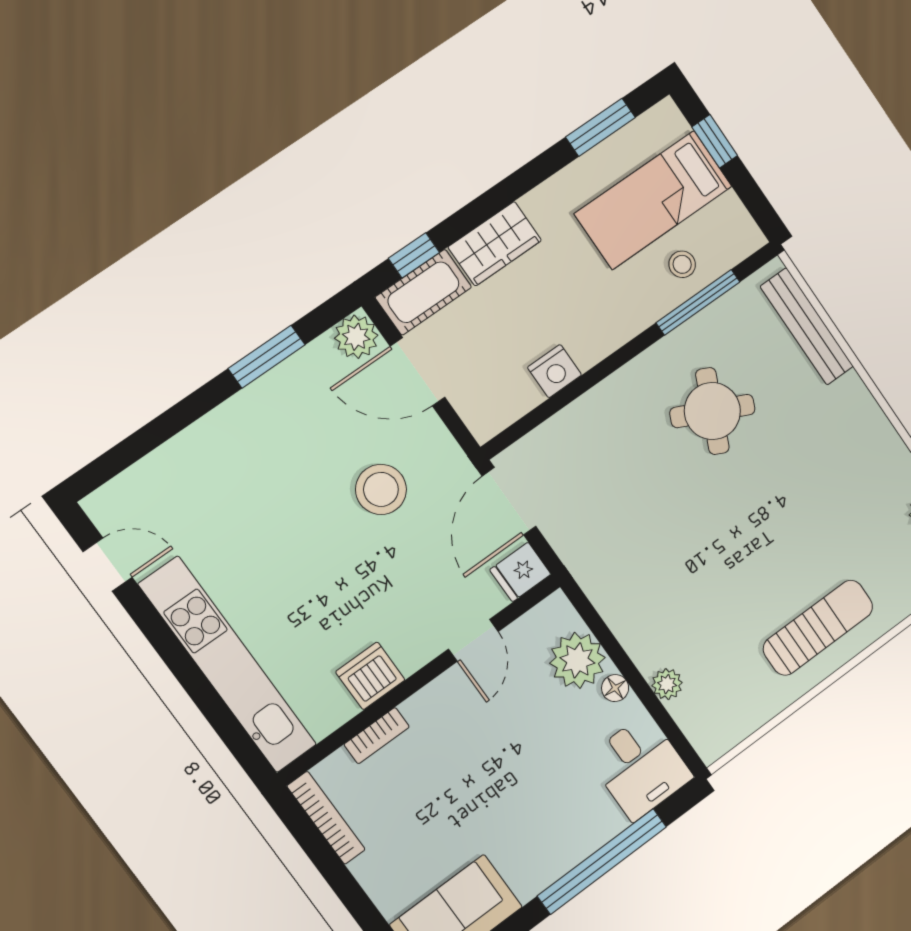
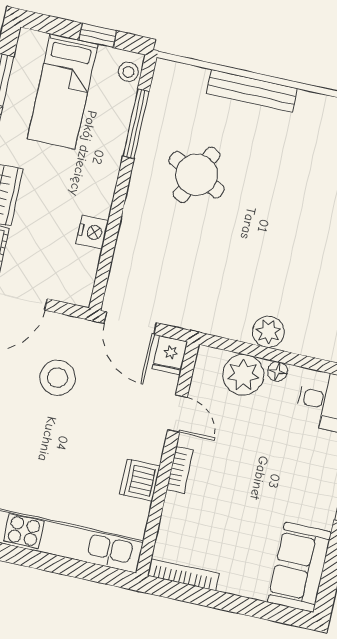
window: (715, 141) -> (98, 35), moved
stool: (682, 264) -> (128, 72), moved
bench: (807, 326) -> (252, 91), moved
plant: (667, 684) -> (268, 332), moved, width x1.38, depth x1.38
bookcase: (377, 736) -> (180, 470), moved

